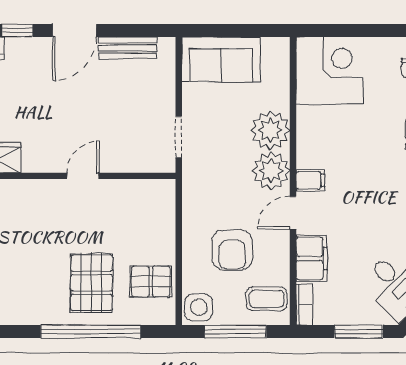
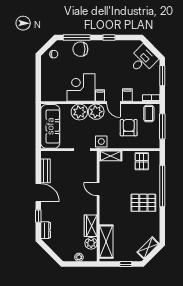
sofa: (221, 60) -> (50, 126), width x1.36
corner desk: (330, 70) -> (81, 88), moved
shelving: (164, 206) -> (111, 156), added
armchair: (232, 250) -> (129, 128), turned -90
filing cabinet: (312, 258) -> (127, 95), width x0.50
pallet: (92, 283) -> (143, 203), moved
side table: (199, 307) -> (101, 142), moved

